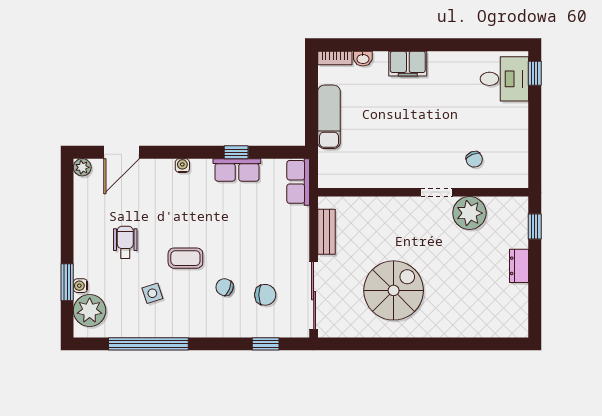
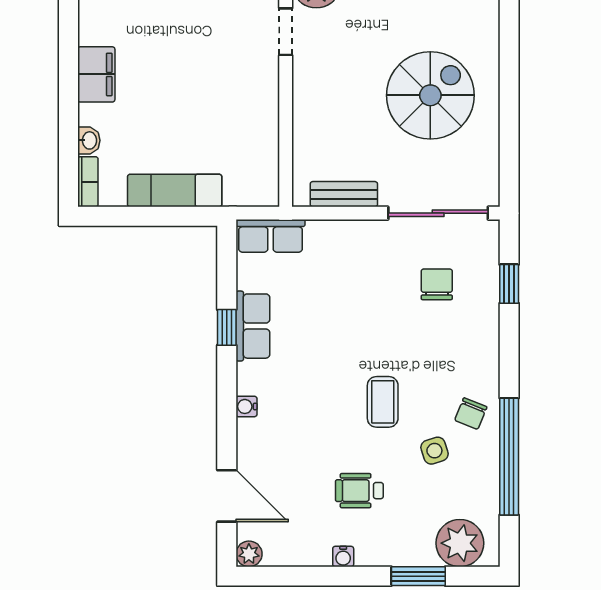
water cooler: (80, 286) -> (343, 557), moved
chair: (225, 287) -> (471, 414), moved
spiral stairs: (394, 290) -> (430, 95), turned 90

